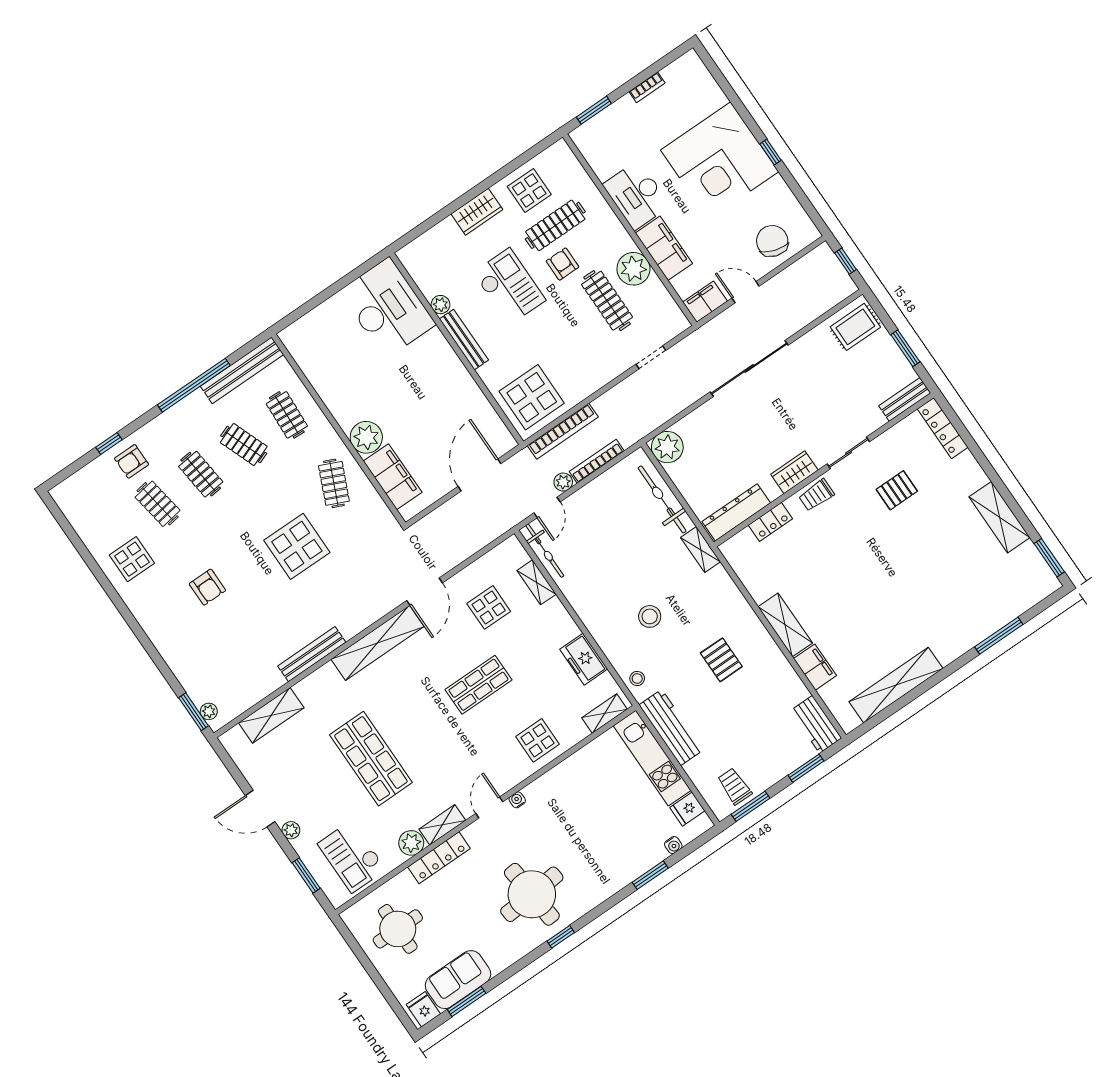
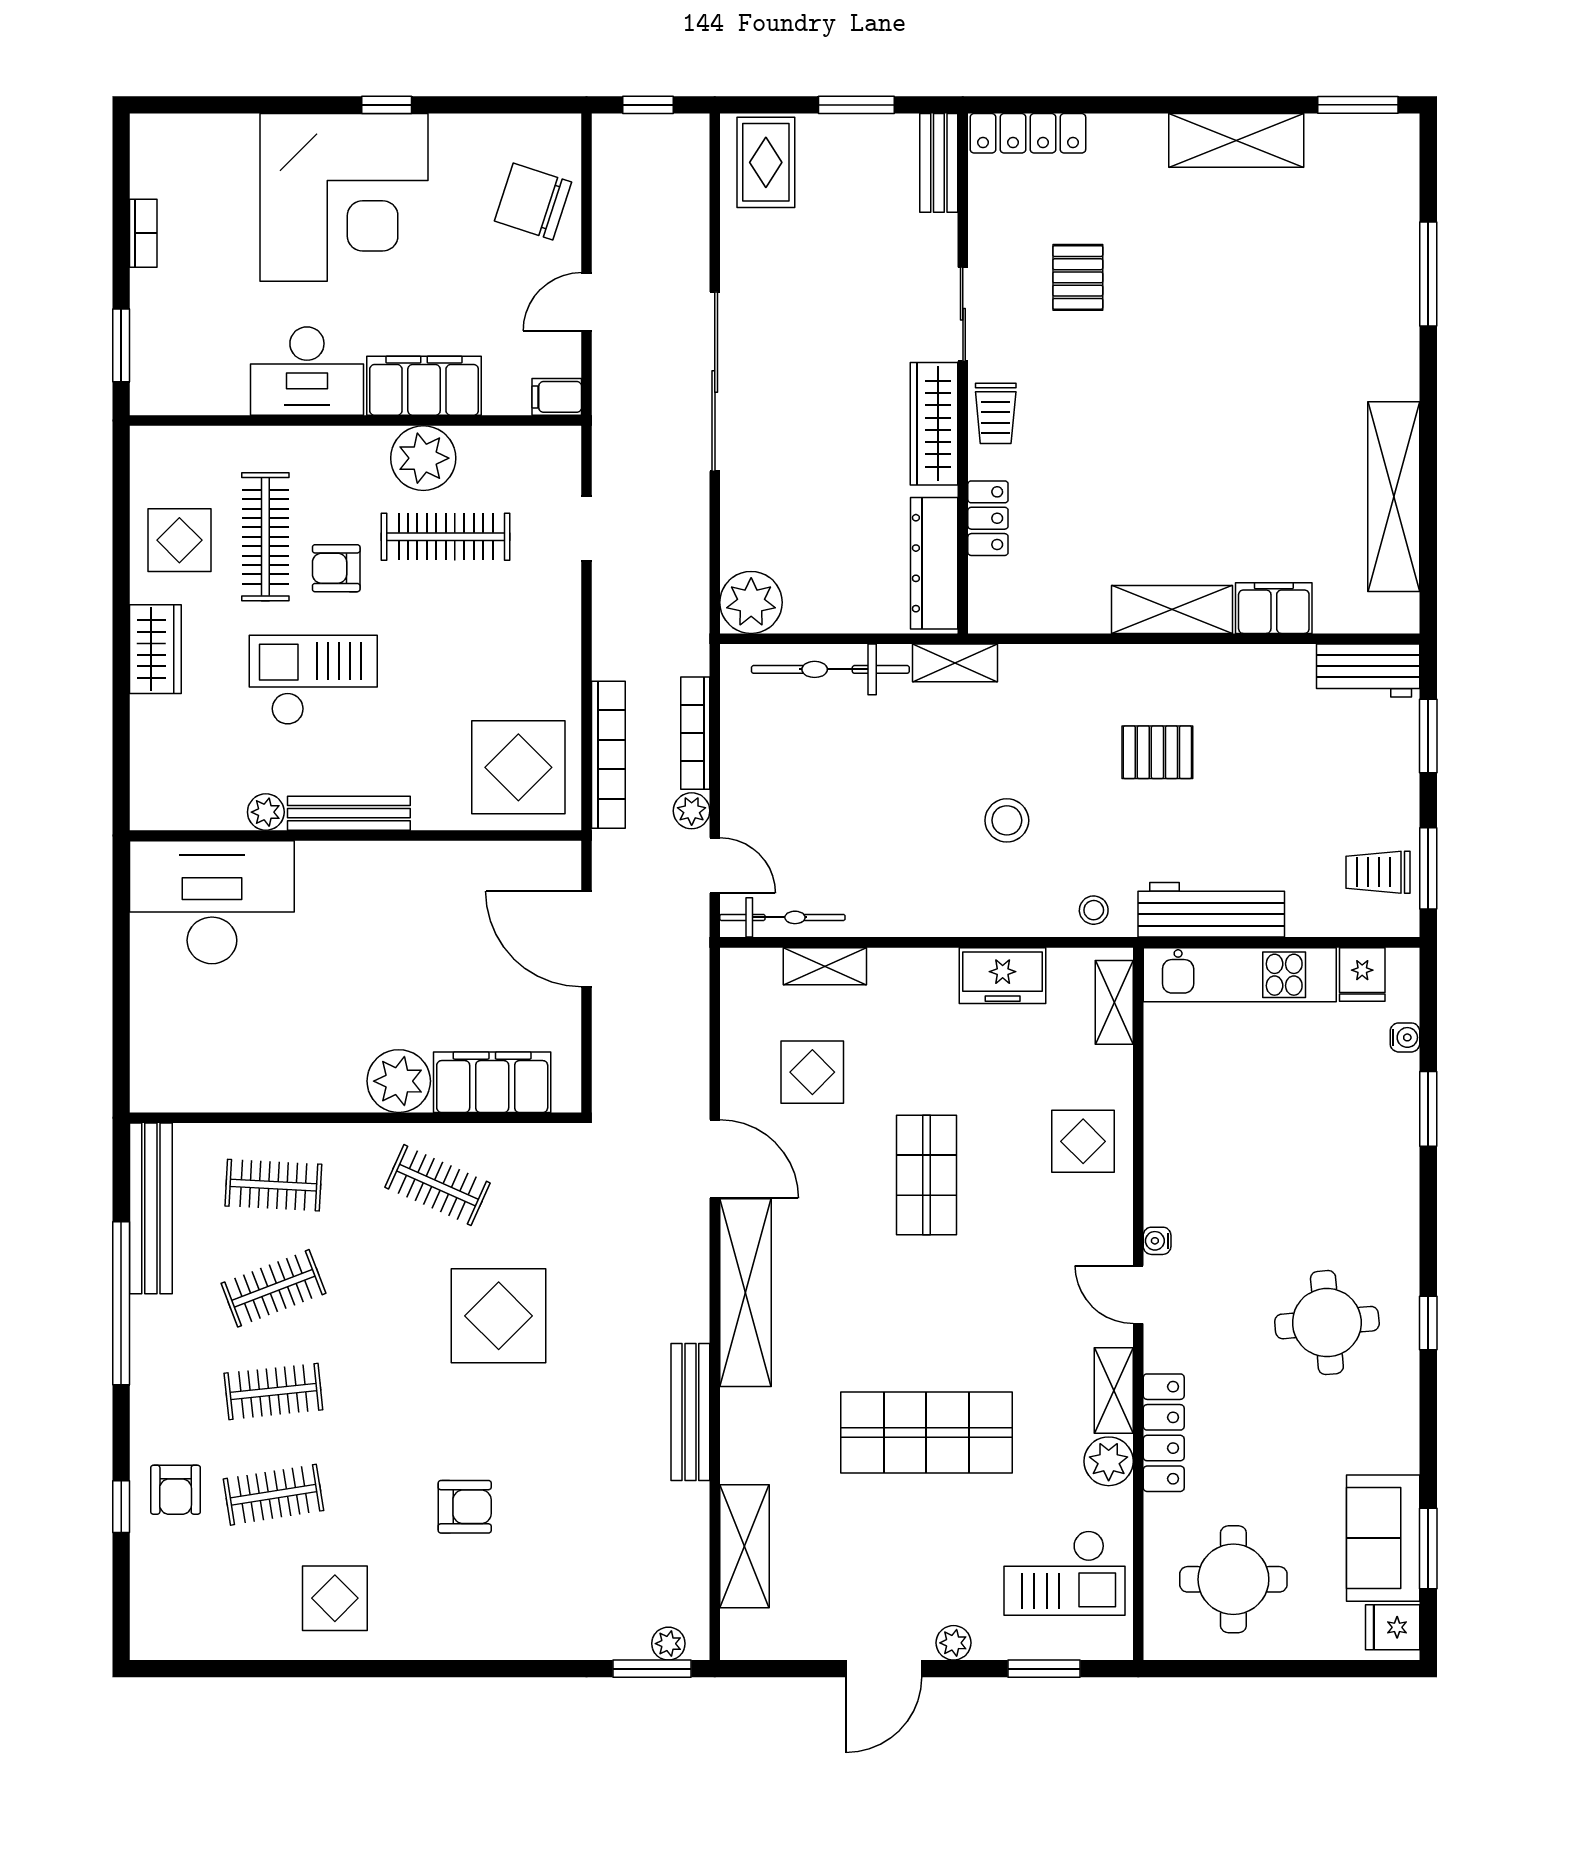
filing cabinet: (705, 302) -> (557, 397), width x0.50
wardrobe: (794, 472) -> (934, 424), width x1.50
round table: (532, 894) -> (1327, 1323), width x0.73, depth x0.73

